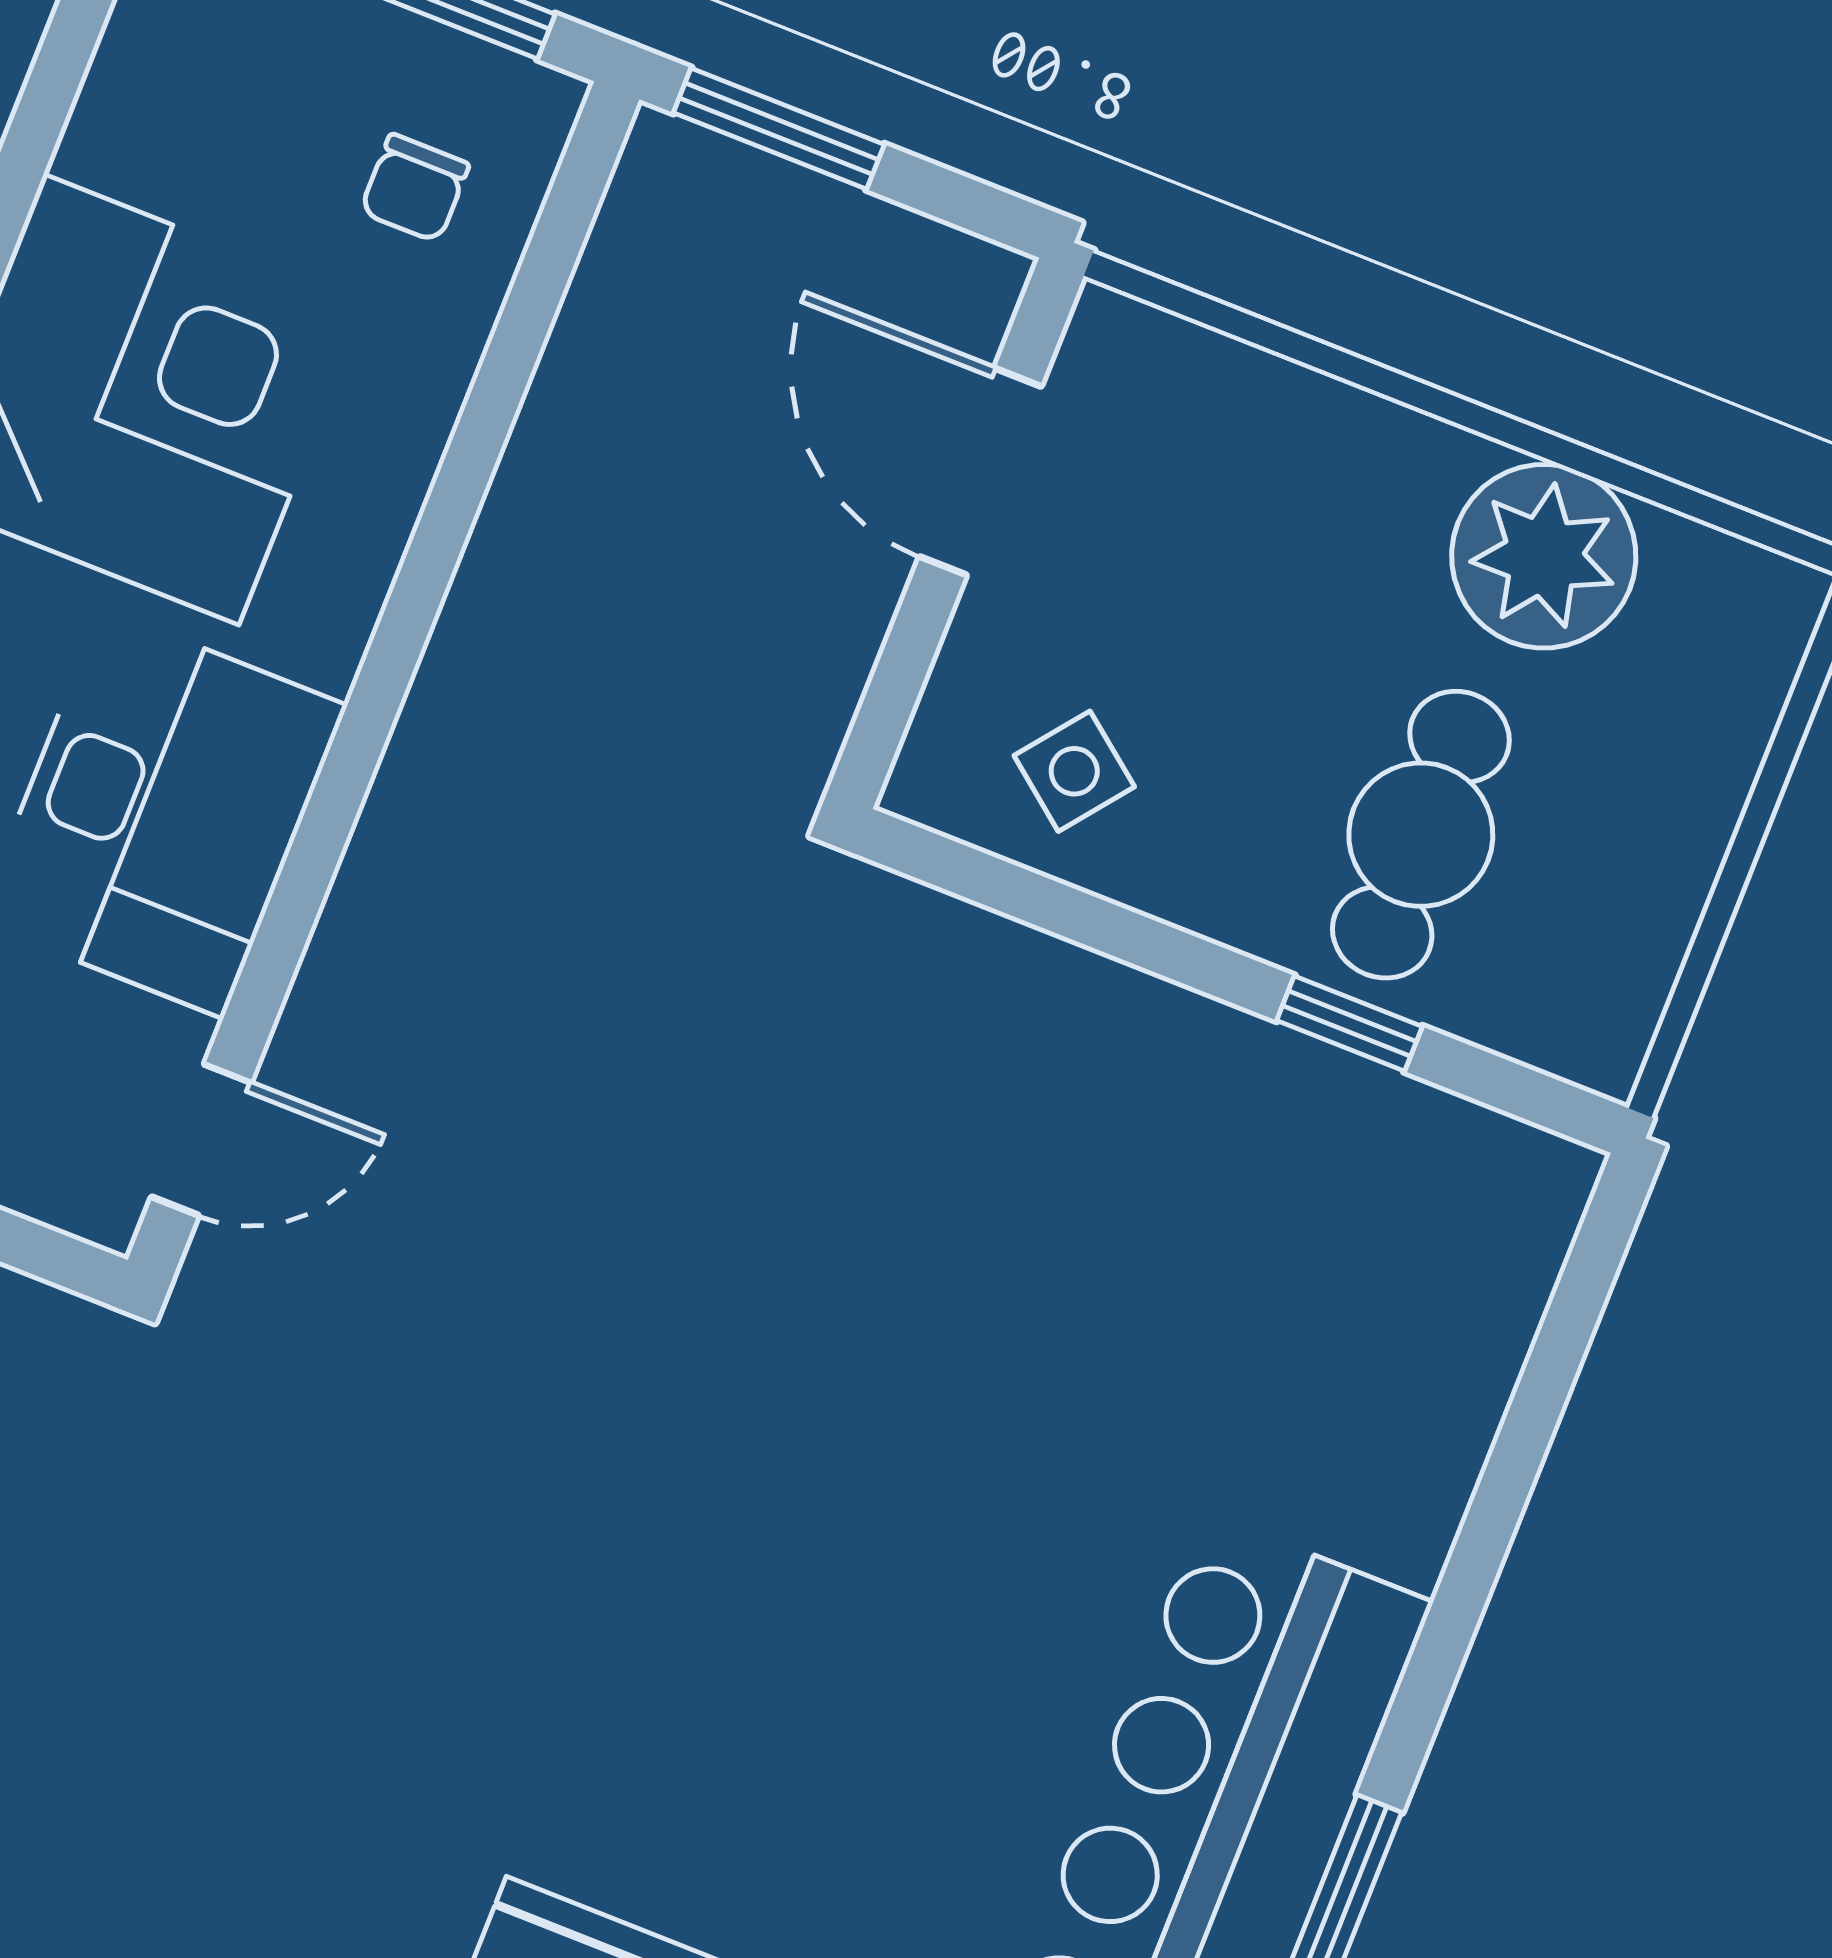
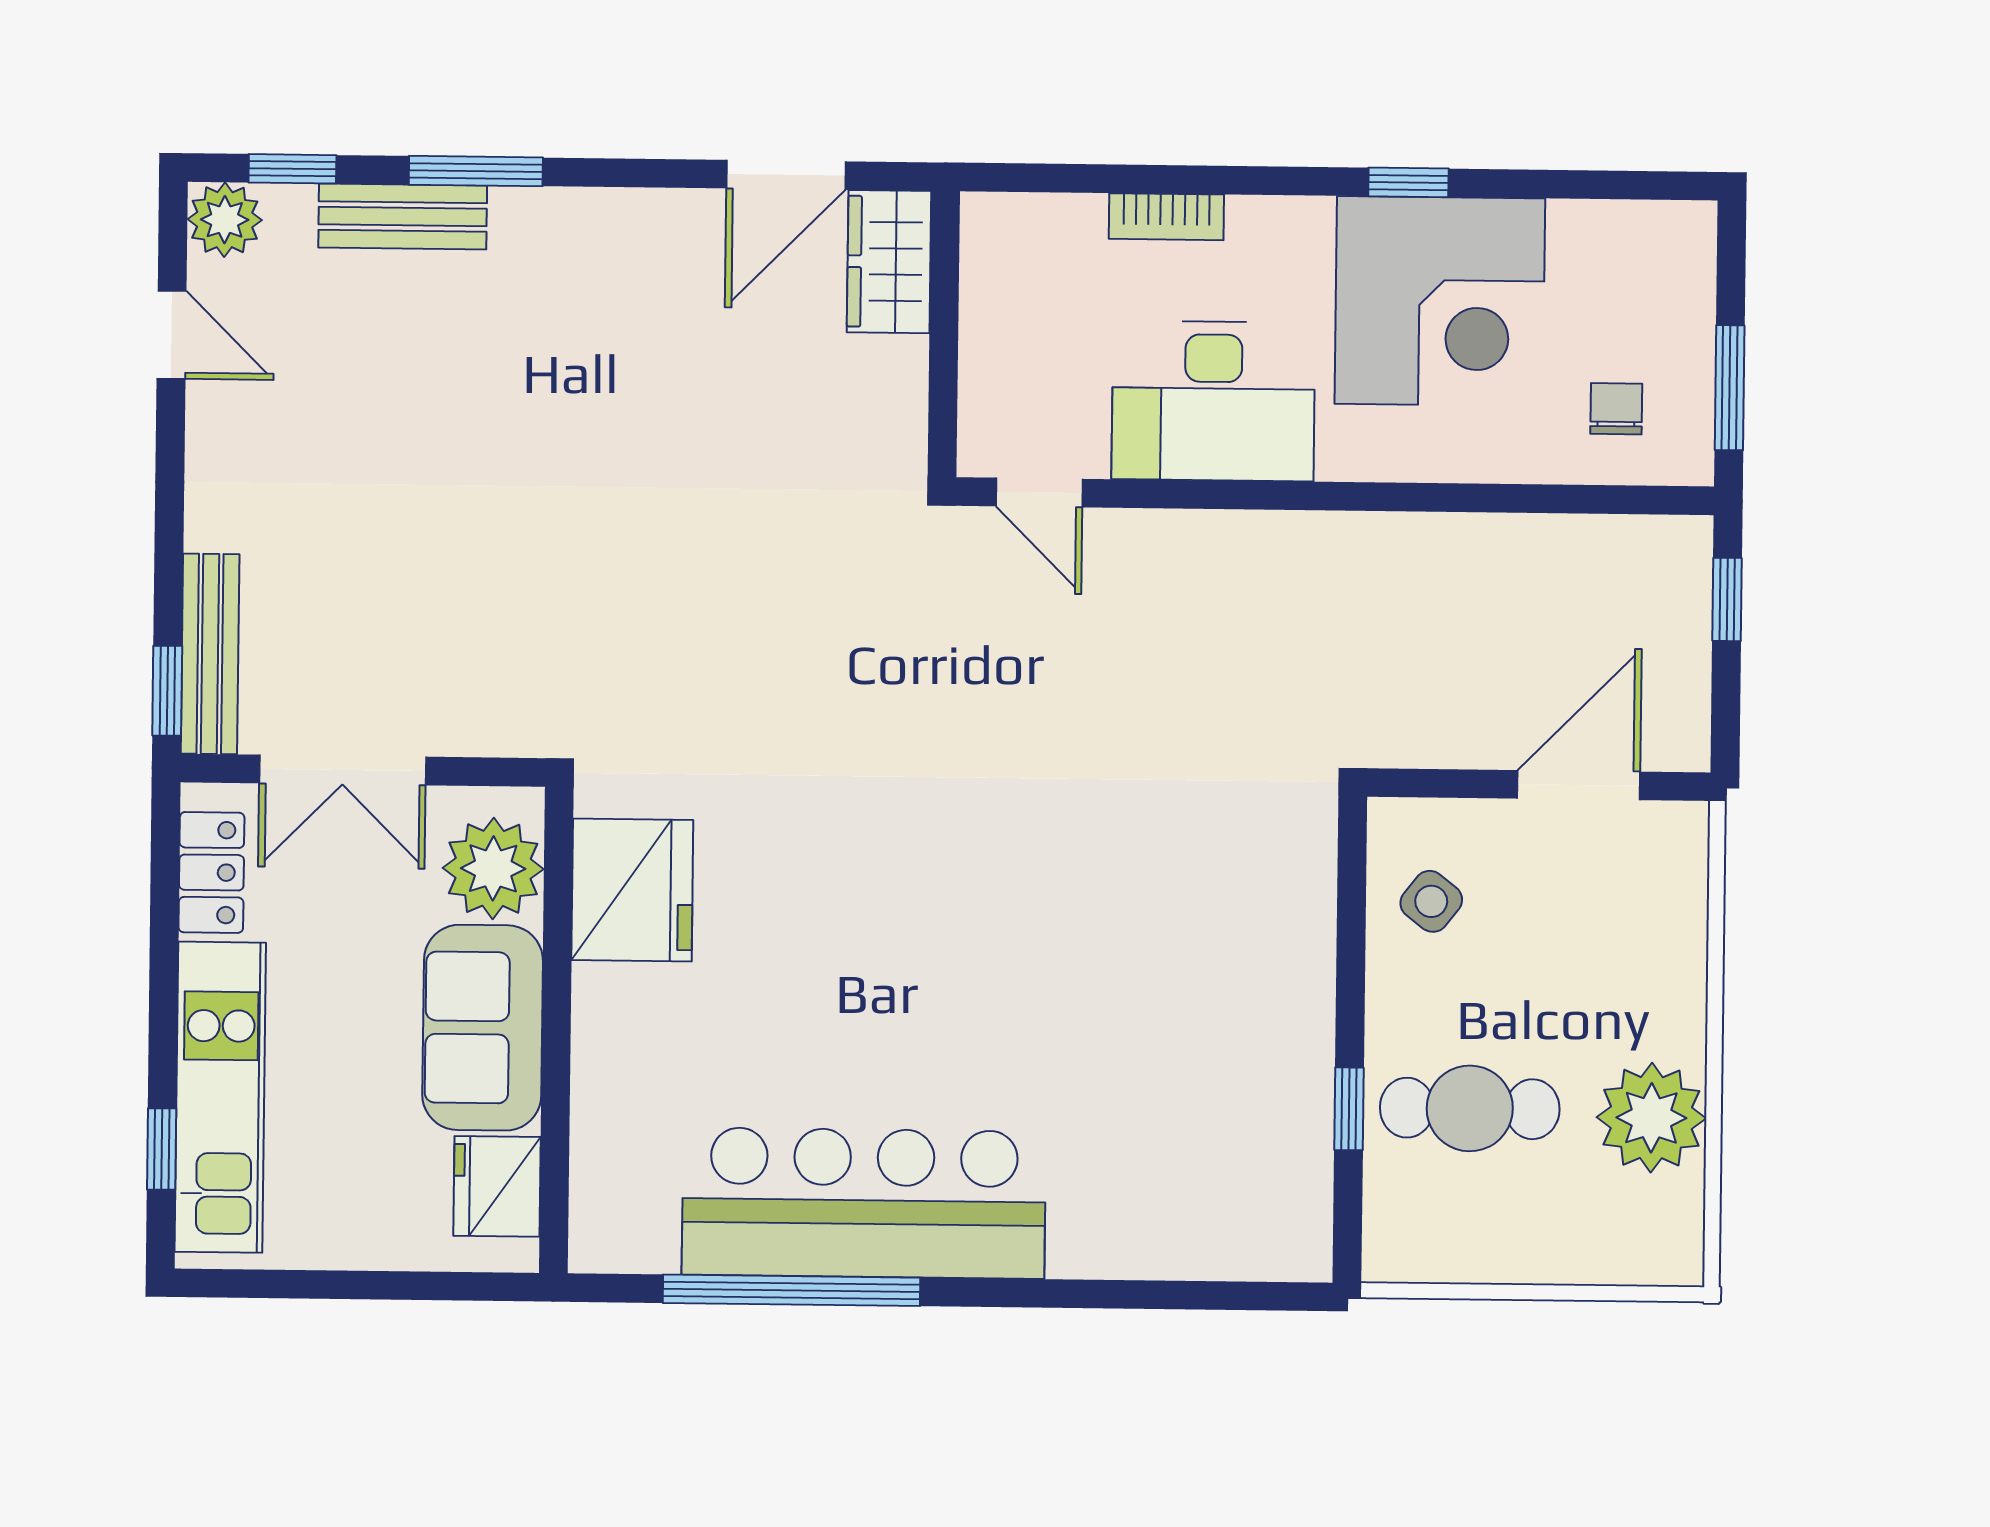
window: (779, 129) -> (1727, 599), width x0.67
chair: (415, 188) -> (1616, 409), turned 90

